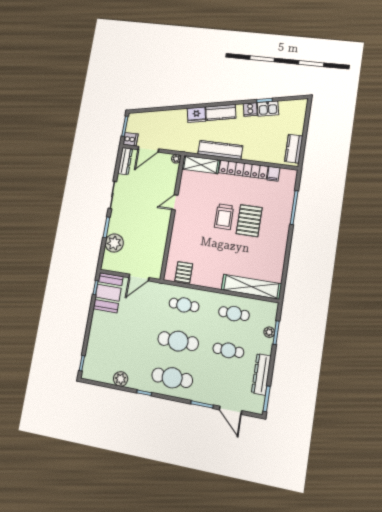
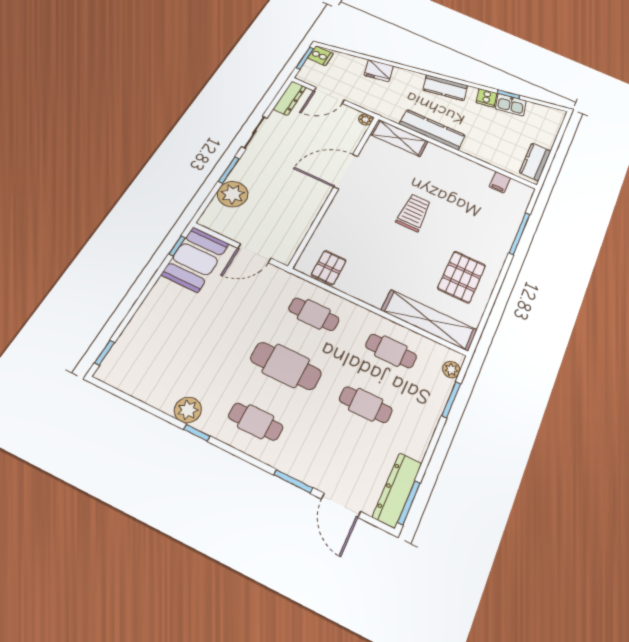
fridge: (196, 115) -> (379, 71), moved
cooker: (130, 139) -> (320, 56), moved
locker: (243, 170) -> (458, 163), removed
door: (175, 202) -> (346, 171), width x1.88
trolley: (224, 217) -> (414, 213), turned 180
pallet: (249, 221) -> (462, 277), moved
plant: (269, 332) -> (451, 370), moved
dresser: (261, 374) -> (397, 490), moved
cafe table: (172, 378) -> (256, 422), width x0.73, depth x0.74
plant: (121, 379) -> (188, 410), moved

